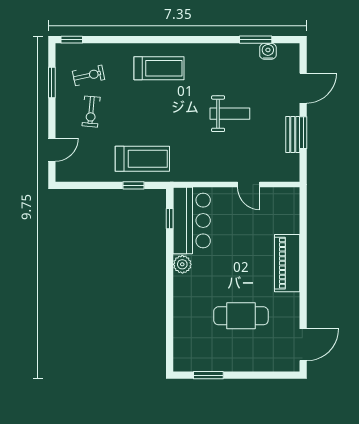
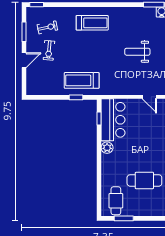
weight bench: (230, 114) -> (137, 52), turned 180
door: (52, 150) -> (24, 60), moved
treadmill: (142, 159) -> (82, 80), turned 180
cafe table: (196, 348) -> (116, 201), added

